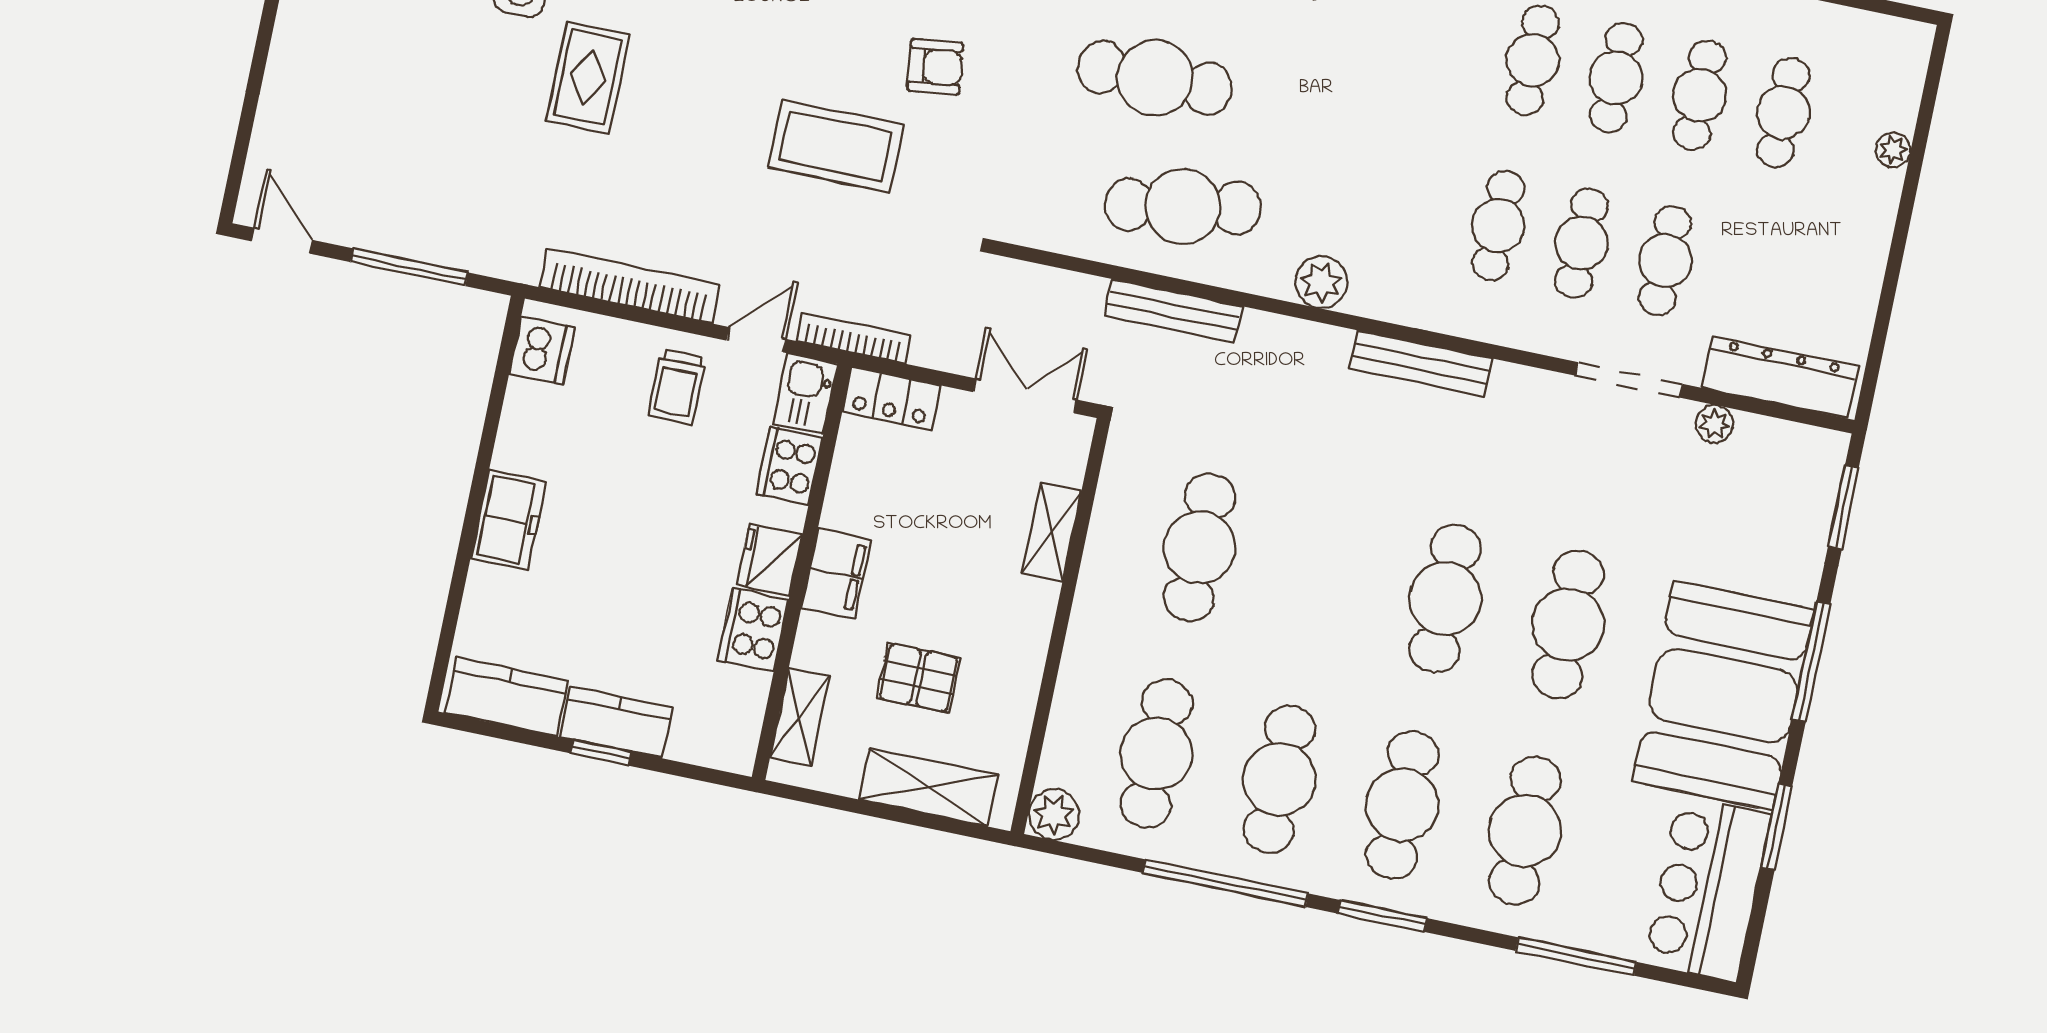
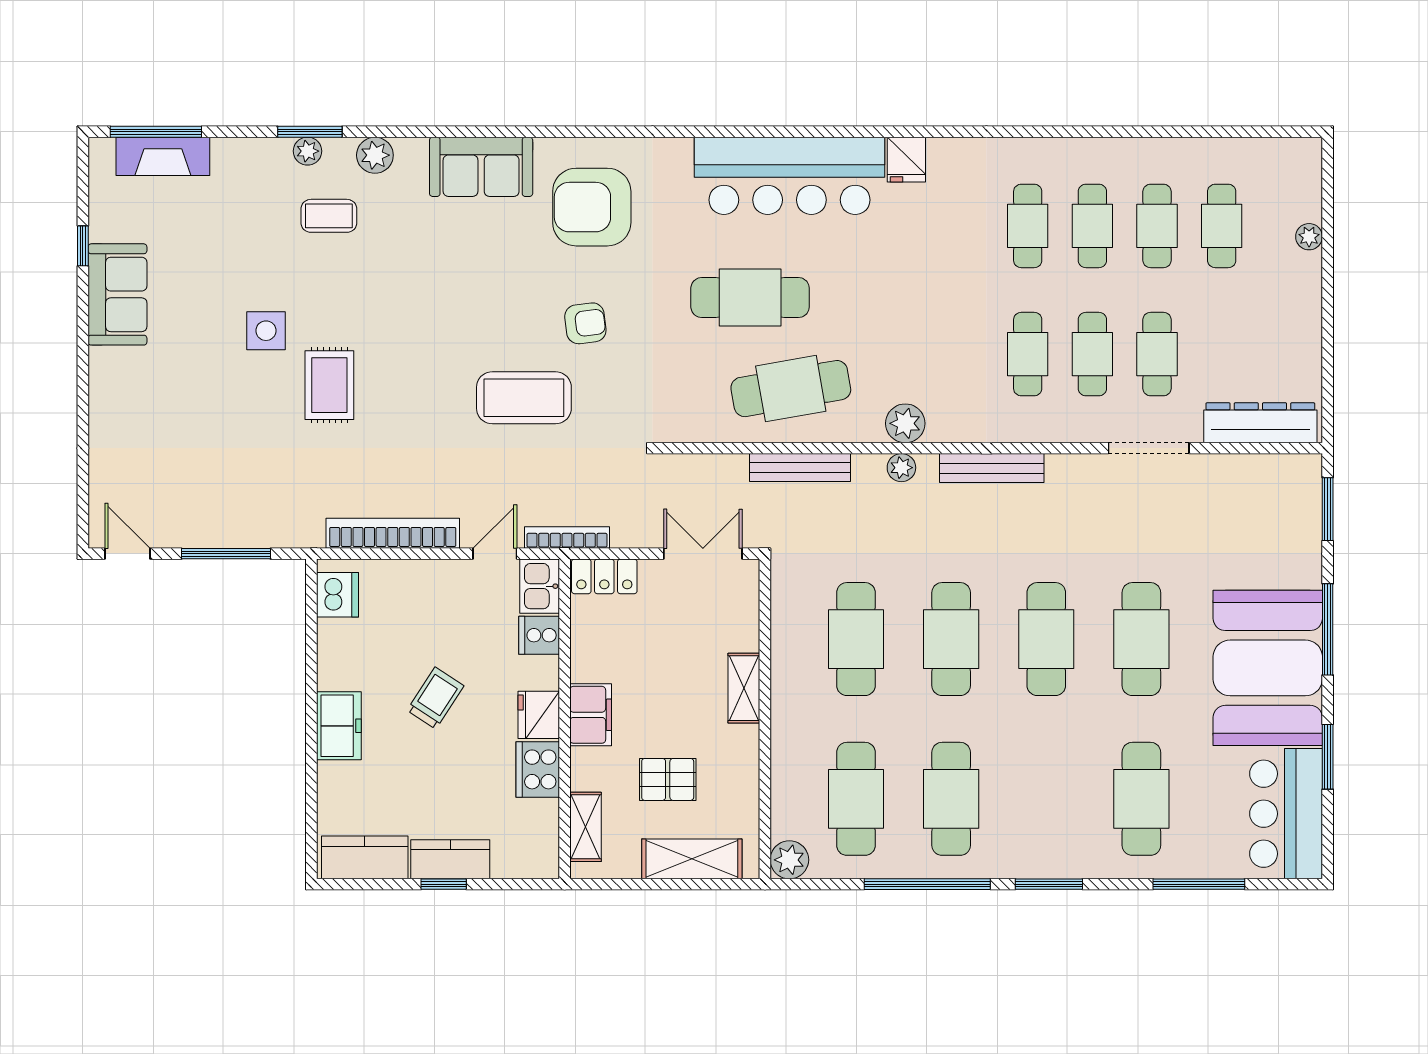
trolley: (677, 387) -> (435, 698), moved, turned -147
plant: (1714, 424) -> (901, 468), moved
cooker: (789, 466) -> (539, 635), width x0.73
shelving: (1052, 532) -> (744, 688), moved
cafe table: (1402, 805) -> (951, 639), moved

